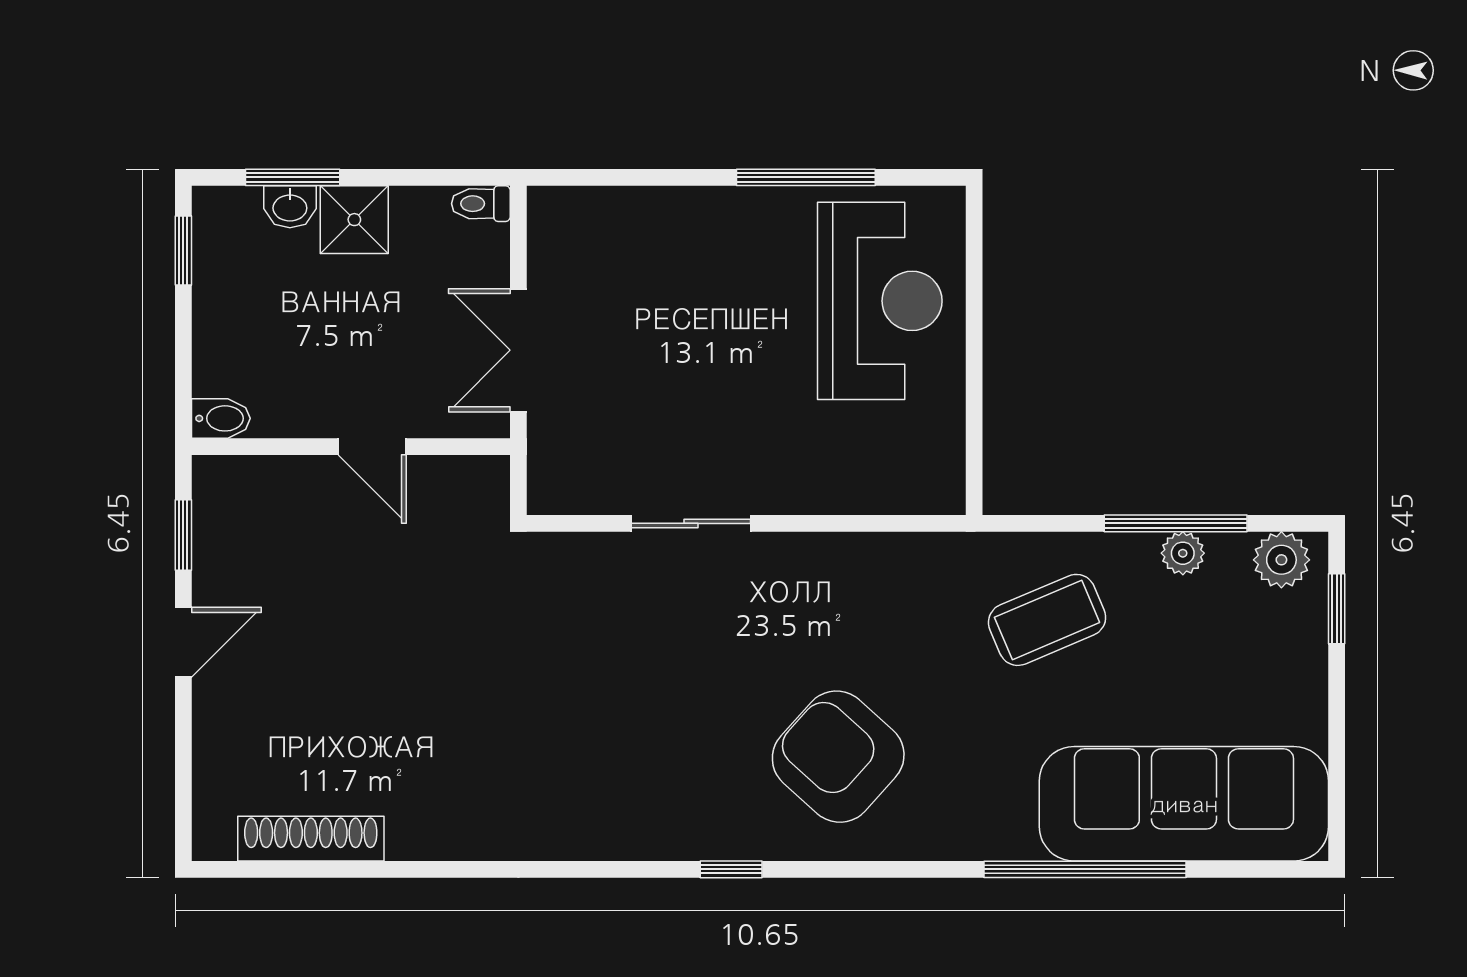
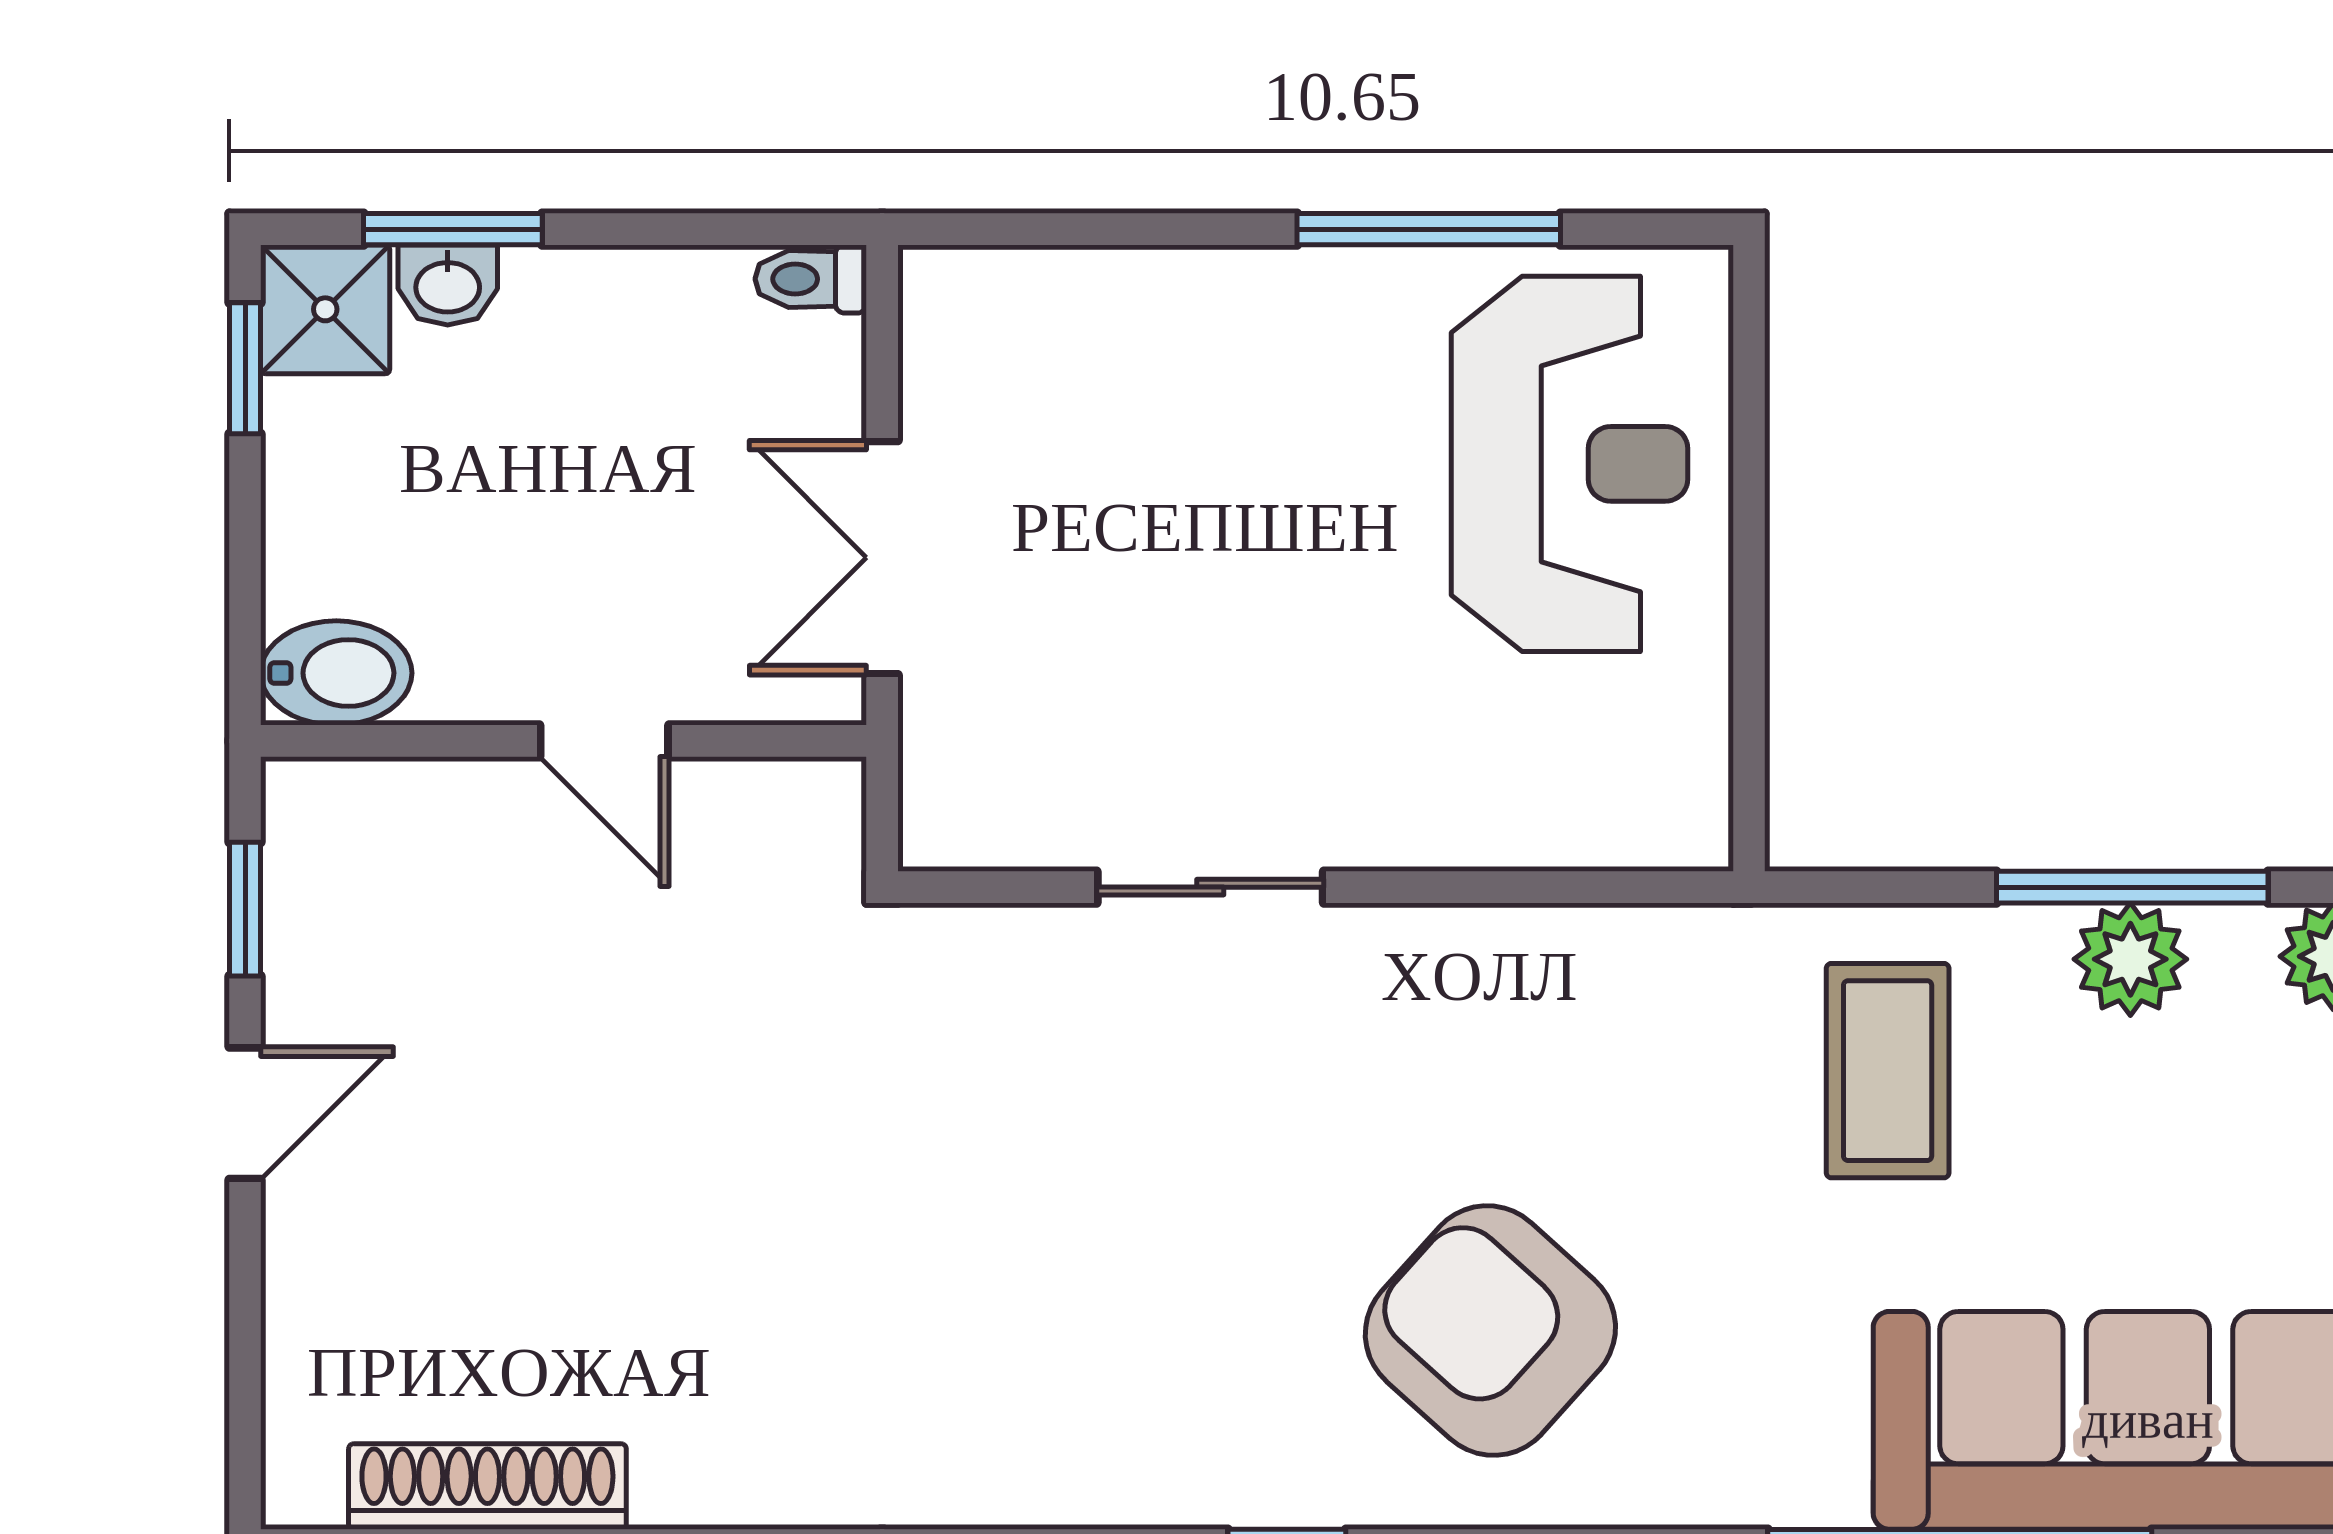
shower: (354, 220) -> (325, 309), moved
bidet: (221, 418) -> (336, 673), width x1.38, depth x1.36
plant: (1183, 553) -> (2130, 959), width x1.38, depth x1.38
coffee table: (1047, 620) -> (1888, 1071), turned -67

